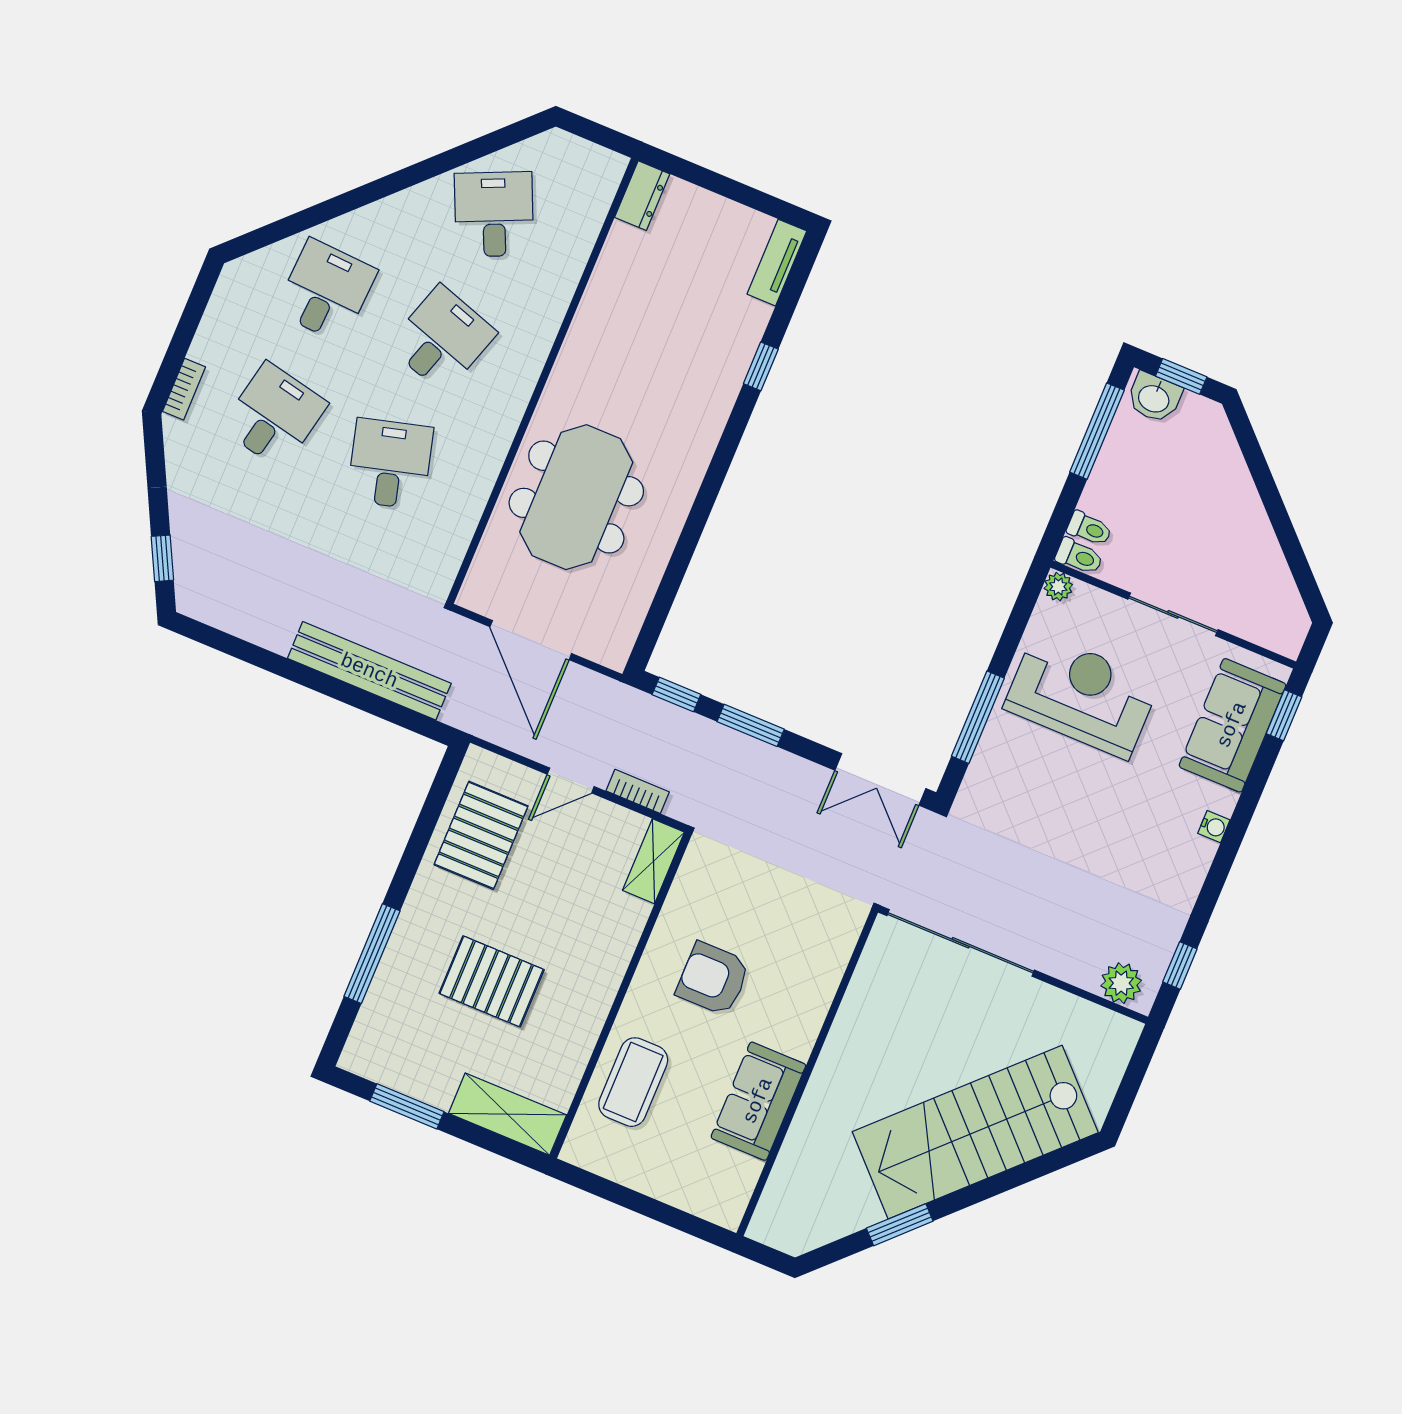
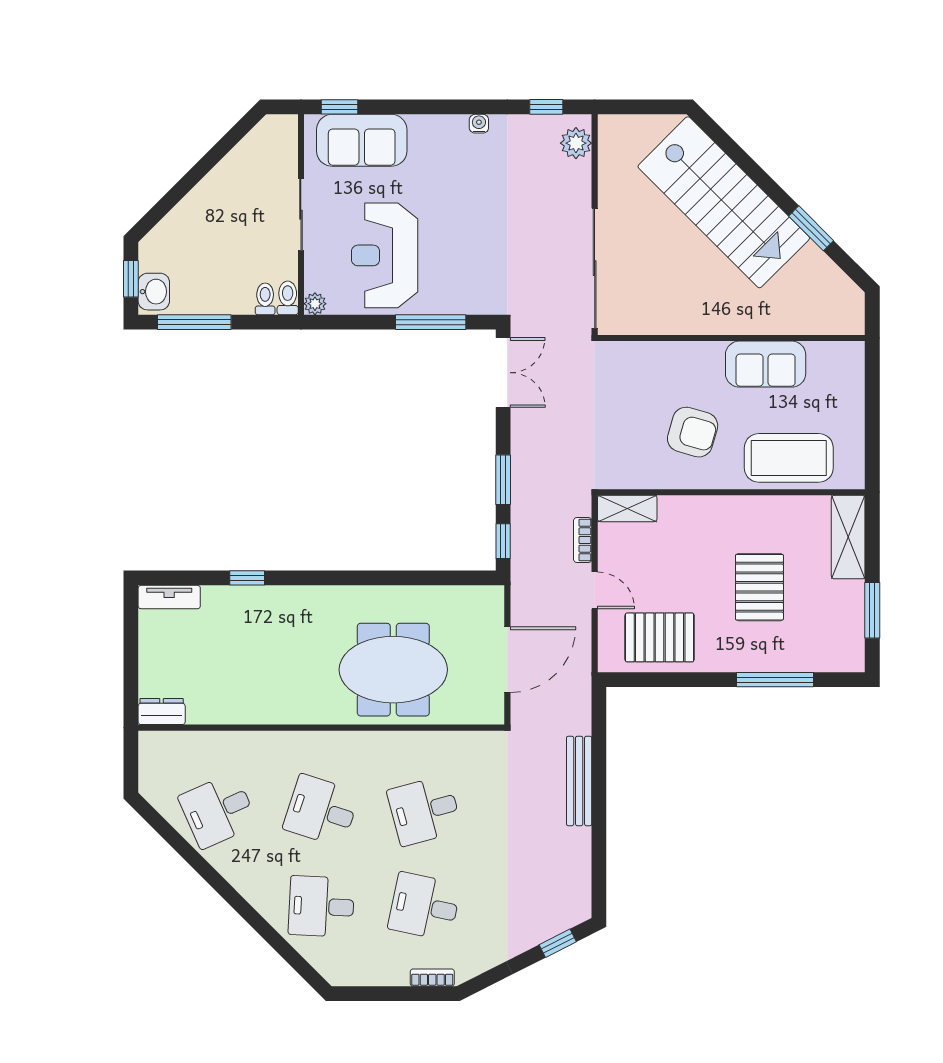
bench: (369, 671) -> (579, 781), width x0.73, depth x0.82
water cooler: (1214, 827) -> (479, 124), moved
armchair: (713, 979) -> (693, 432), turned -74
coffee table: (633, 1082) -> (789, 458), width x1.36, depth x1.32

